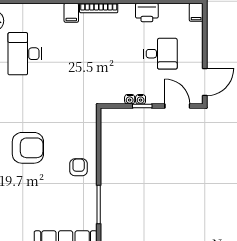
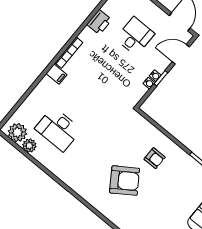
armchair: (28, 148) -> (125, 181), turned 56
armchair: (79, 167) -> (155, 158), moved, turned 180

